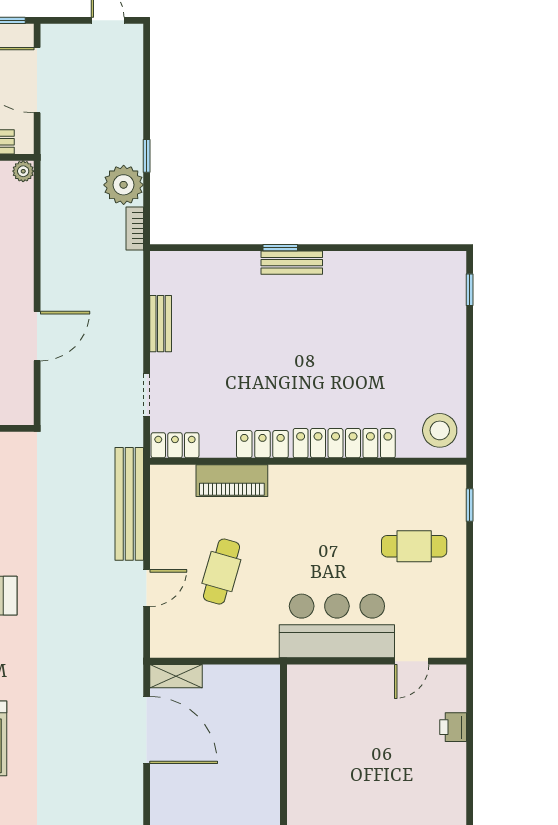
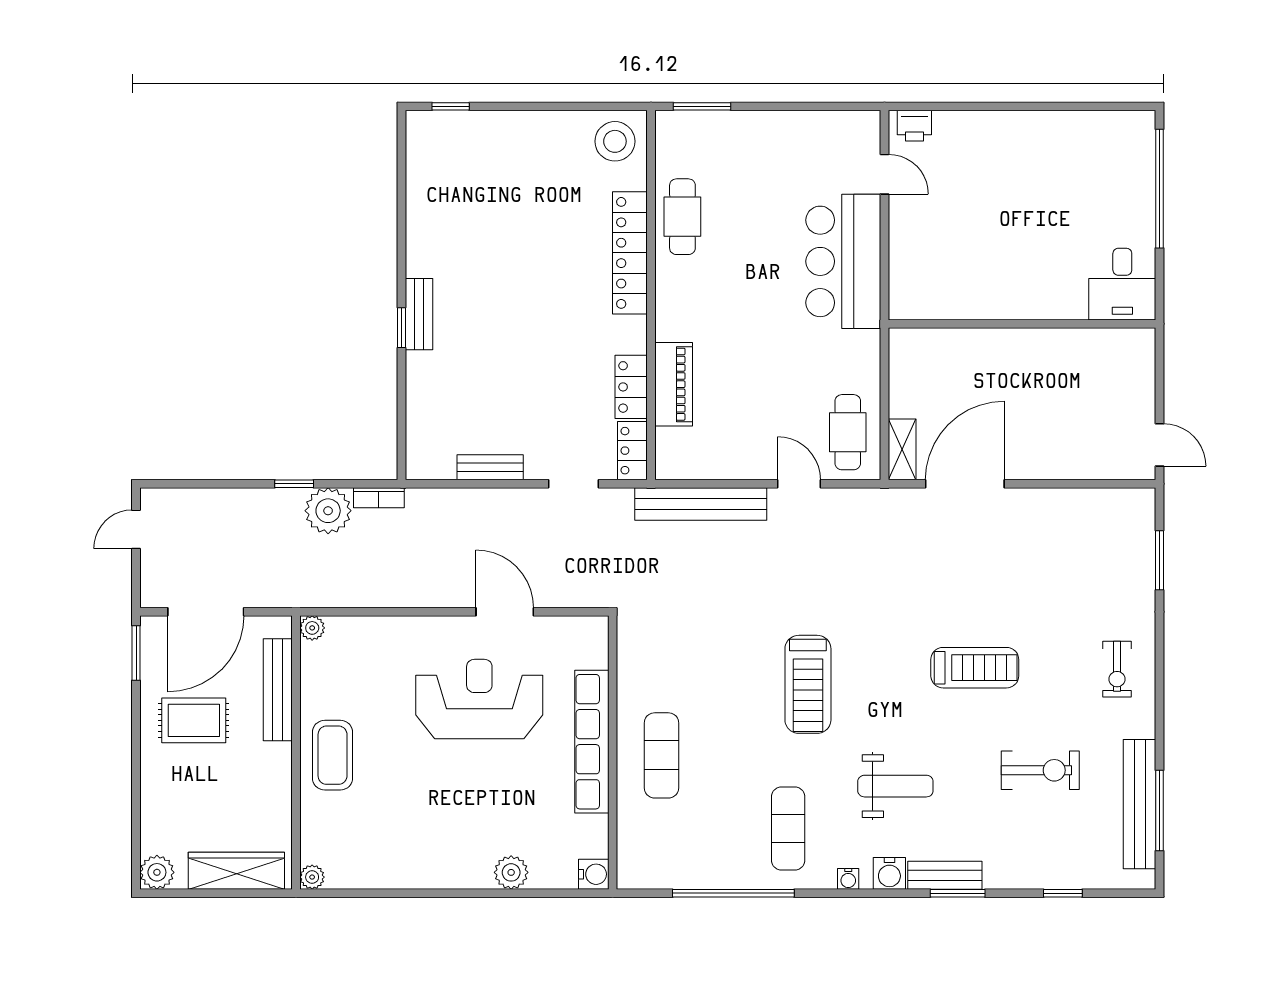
locker: (262, 444) -> (631, 387), moved
window: (470, 505) -> (702, 106), width x1.50
cafe table: (414, 546) -> (682, 217), moved
cafe table: (221, 572) -> (848, 432), moved, turned 74
printer: (453, 727) -> (914, 126), moved

